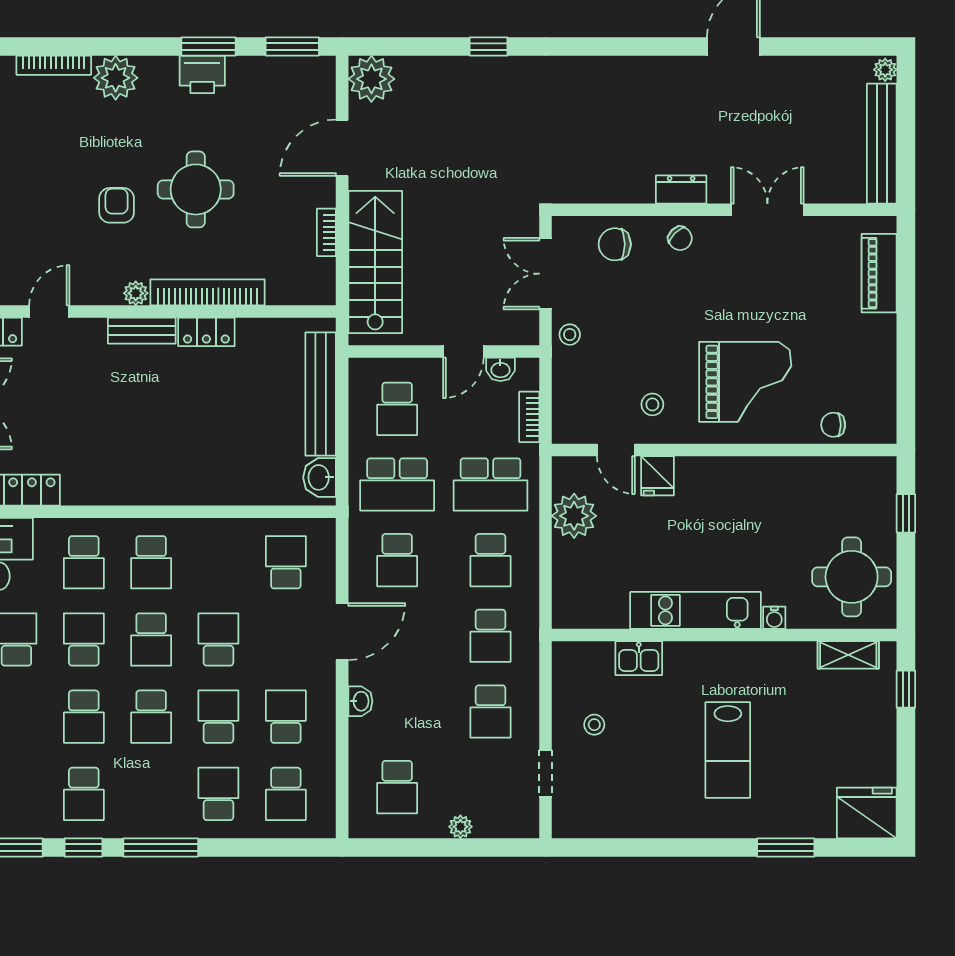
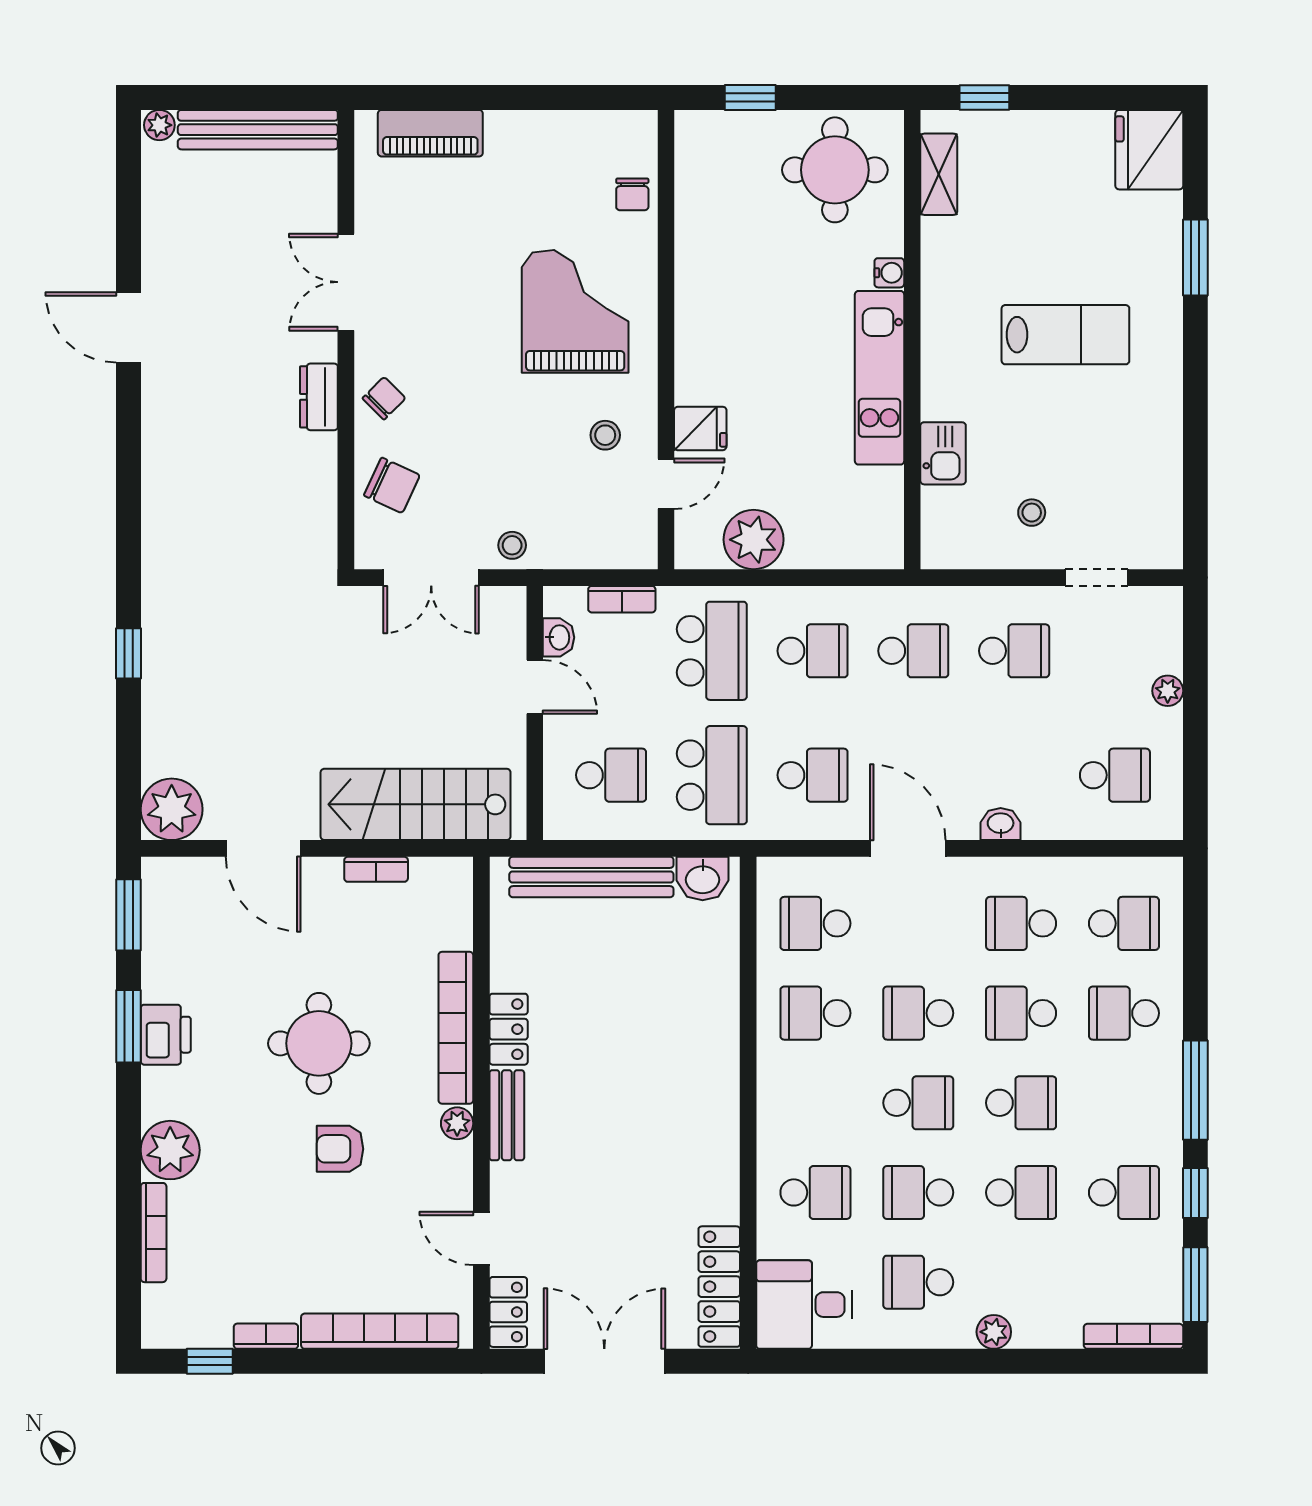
chair: (615, 244) -> (392, 485), turned -65
school desk: (151, 562) -> (815, 1013), moved, turned 180

